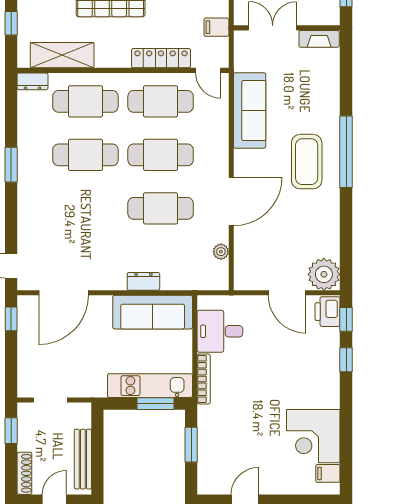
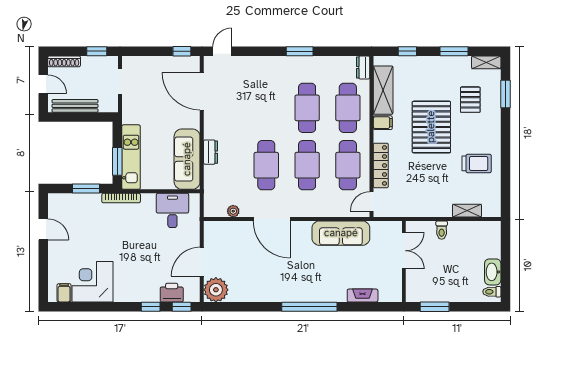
filing cabinet: (216, 27) -> (383, 123), moved, turned 90
fireplace: (319, 39) -> (363, 296), moved, turned 90
coffee table: (307, 162) -> (302, 277), removed
printer: (328, 312) -> (172, 293), moved
bookcase: (204, 379) -> (121, 198), moved

